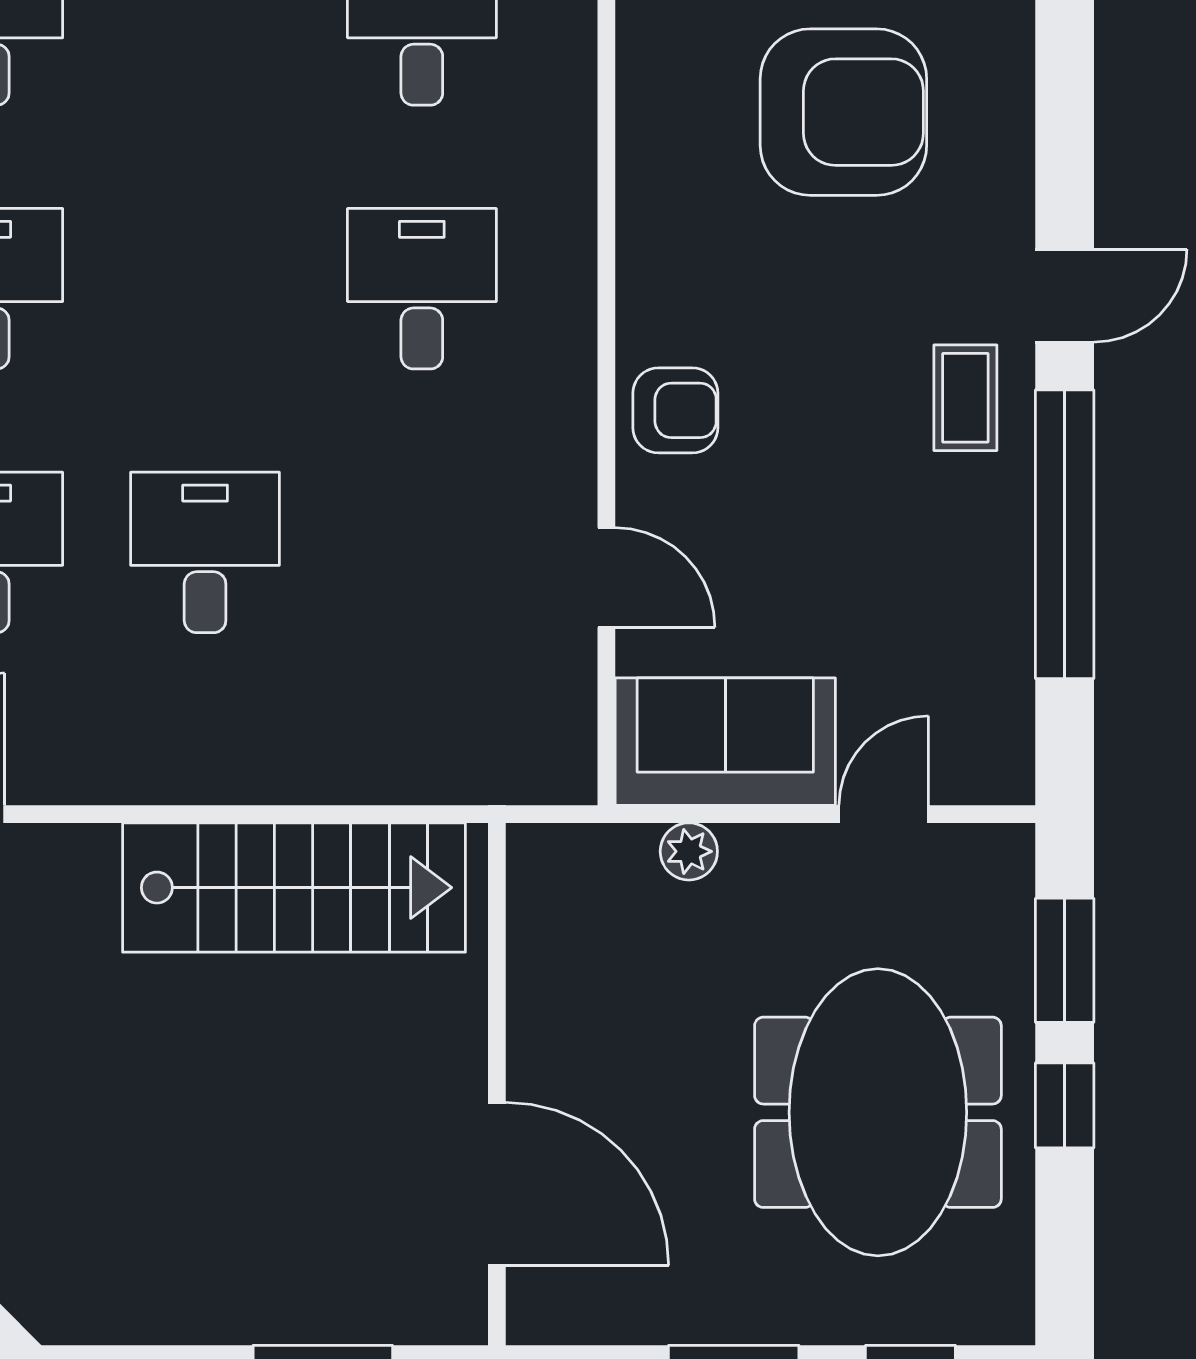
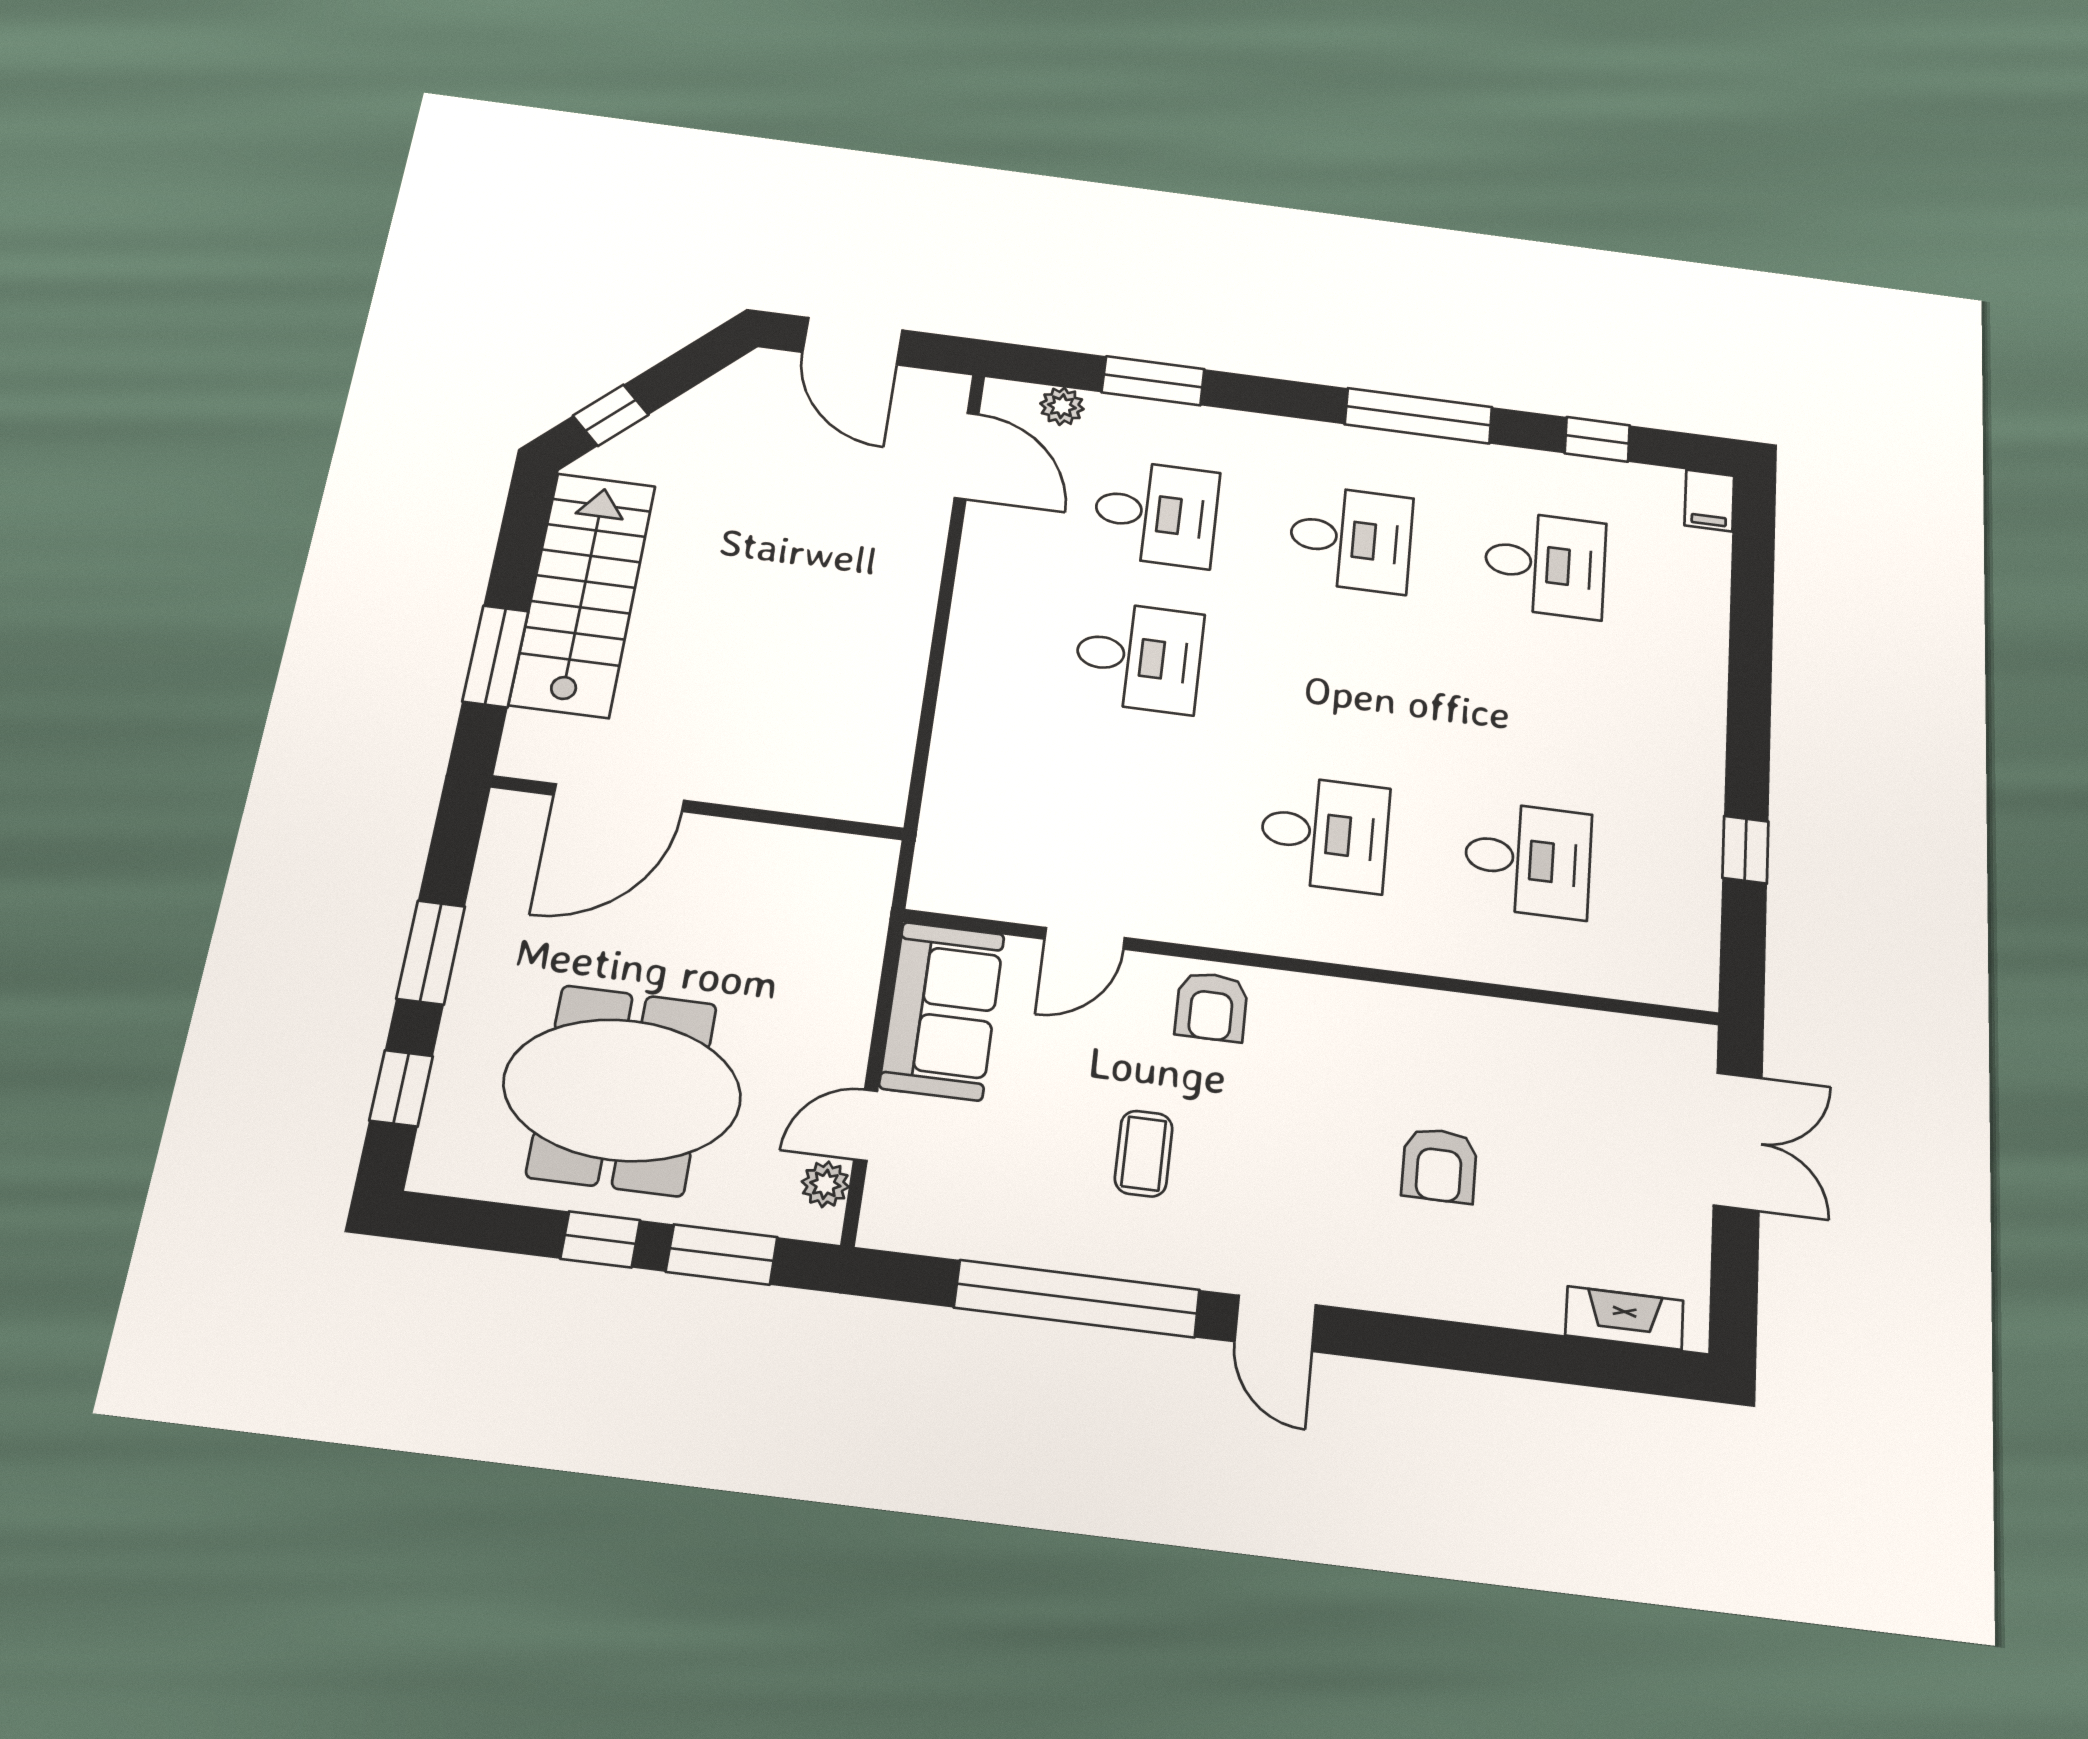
armchair: (843, 112) -> (1439, 1165), width x0.53, depth x0.53
coffee table: (965, 398) -> (1144, 1154), moved, turned 90
door: (884, 814) -> (866, 1125), swing flipped
plant: (689, 851) -> (825, 1184), moved
stairs: (294, 888) -> (583, 594), moved, turned 180

